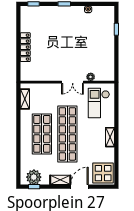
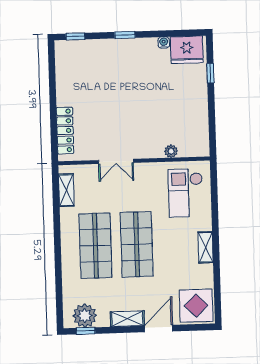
fridge: (102, 14) -> (187, 50), added
locker: (25, 47) -> (65, 130), moved
double door: (73, 82) -> (116, 161), moved
shop shelf: (67, 134) -> (137, 244), width x0.71

